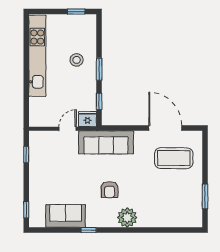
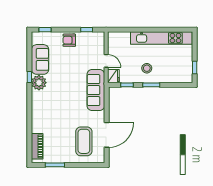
stool: (77, 60) -> (147, 68), moved
armchair: (110, 190) -> (69, 40), moved
plant: (127, 218) -> (39, 83), moved
piano: (180, 220) -> (37, 146), added

